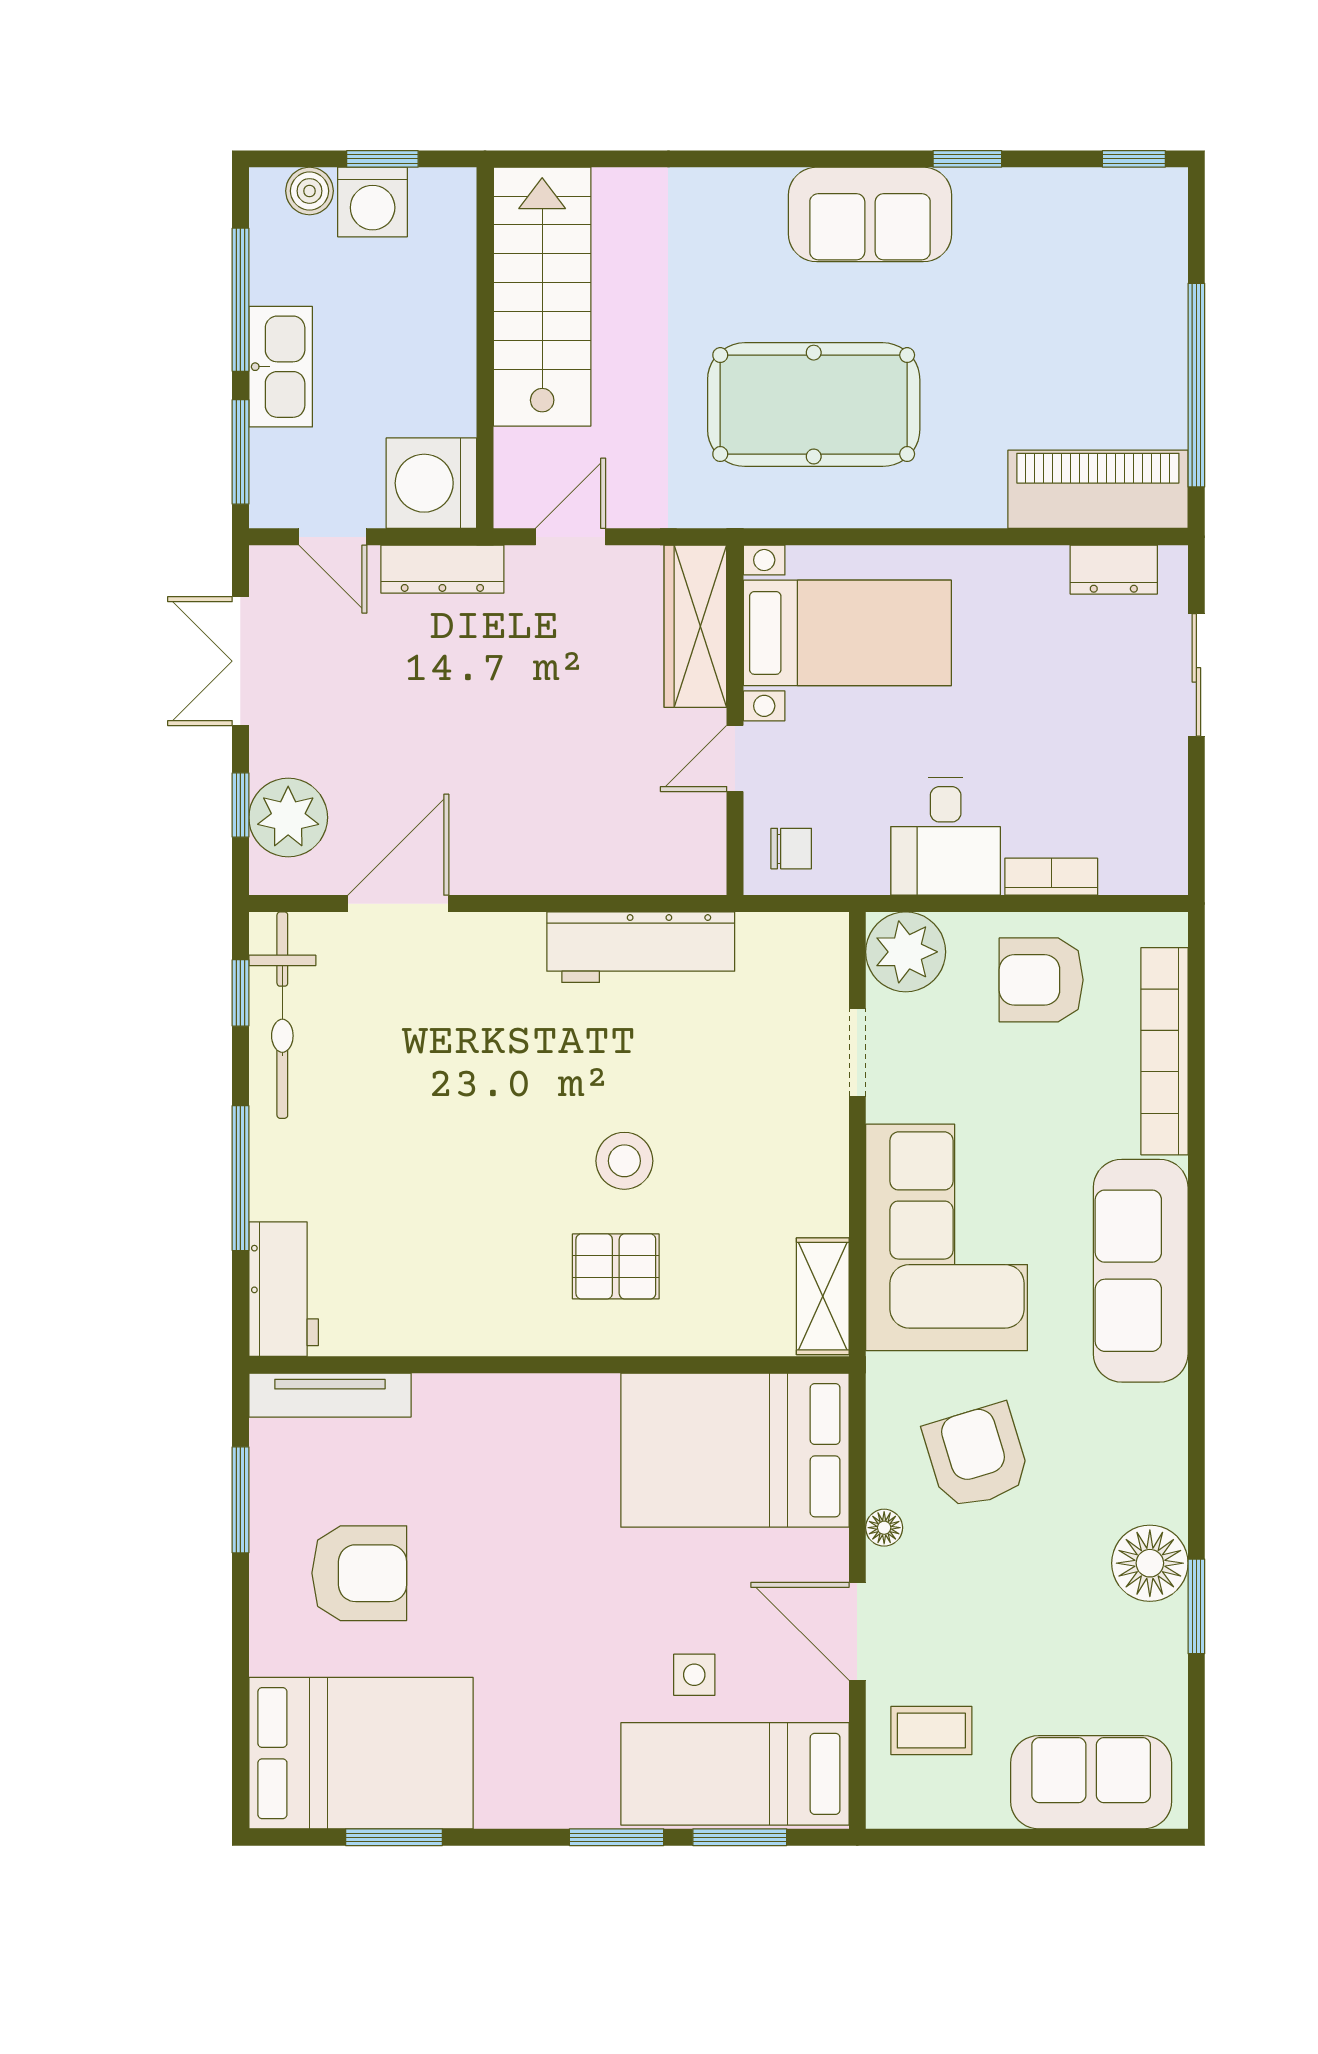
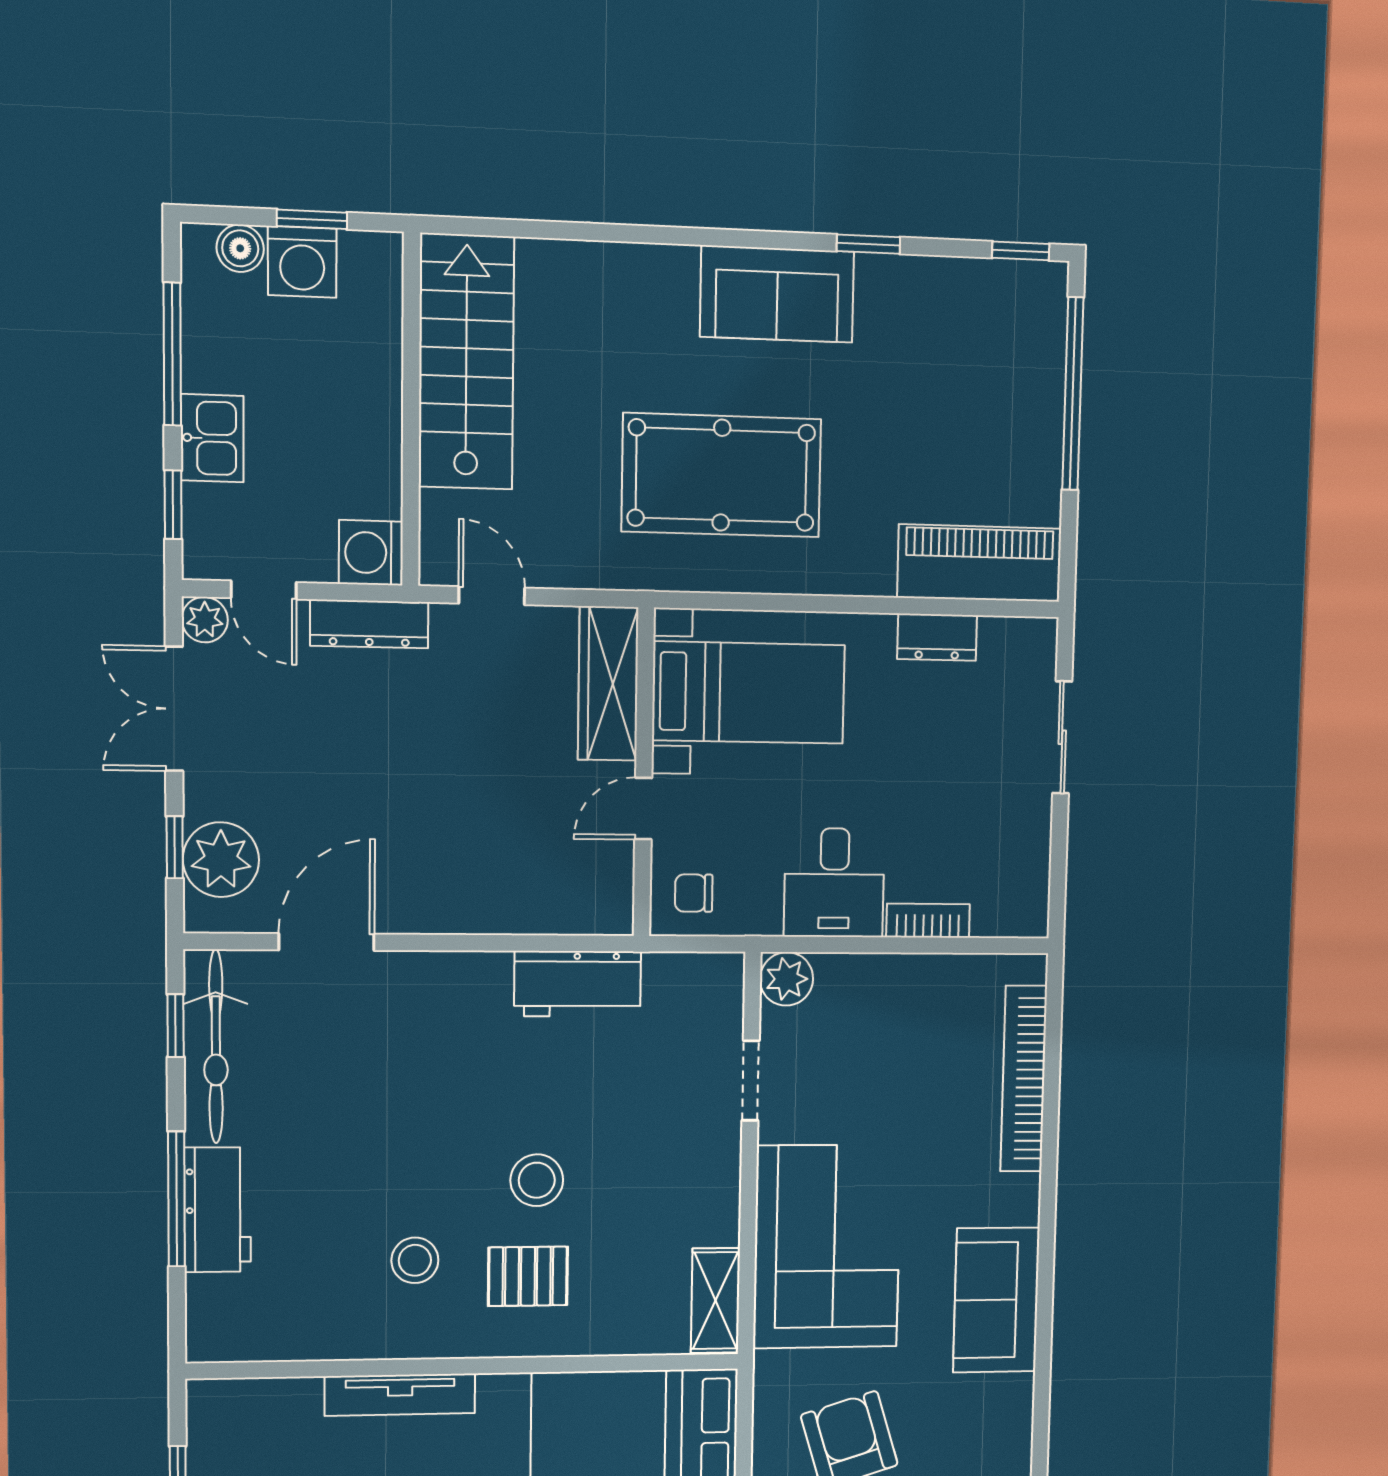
kitchen sink: (281, 367) -> (212, 438), width x0.73
window: (1196, 385) -> (1073, 394), moved
window: (240, 452) -> (173, 505), width x0.67
washing machine: (431, 483) -> (371, 553), width x0.73, depth x0.73
door: (571, 537) -> (492, 596), hinge flipped
plant: (272, 569) -> (205, 620), added
dresser: (1114, 570) -> (937, 637), moved
chair: (791, 849) -> (694, 893), turned 180
workbench: (641, 947) -> (578, 984), width x0.73
plant: (906, 952) -> (787, 979), width x0.73, depth x0.73
armchair: (1041, 980) -> (917, 1014), removed
stool: (493, 1247) -> (415, 1260), added
sofa: (1141, 1271) -> (996, 1300), width x0.73
workbench: (284, 1289) -> (218, 1210), moved
tv unit: (330, 1395) -> (400, 1395), moved

